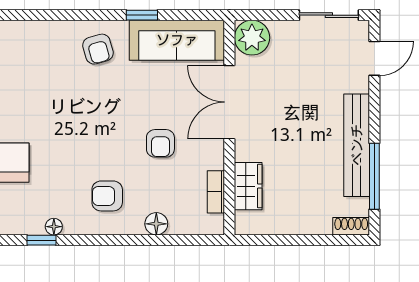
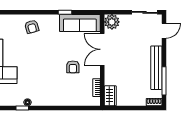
armchair: (98, 49) -> (32, 27), moved
wardrobe: (248, 186) -> (110, 96), moved
armchair: (107, 196) -> (50, 89), removed
floor lamp: (156, 224) -> (71, 101), removed

